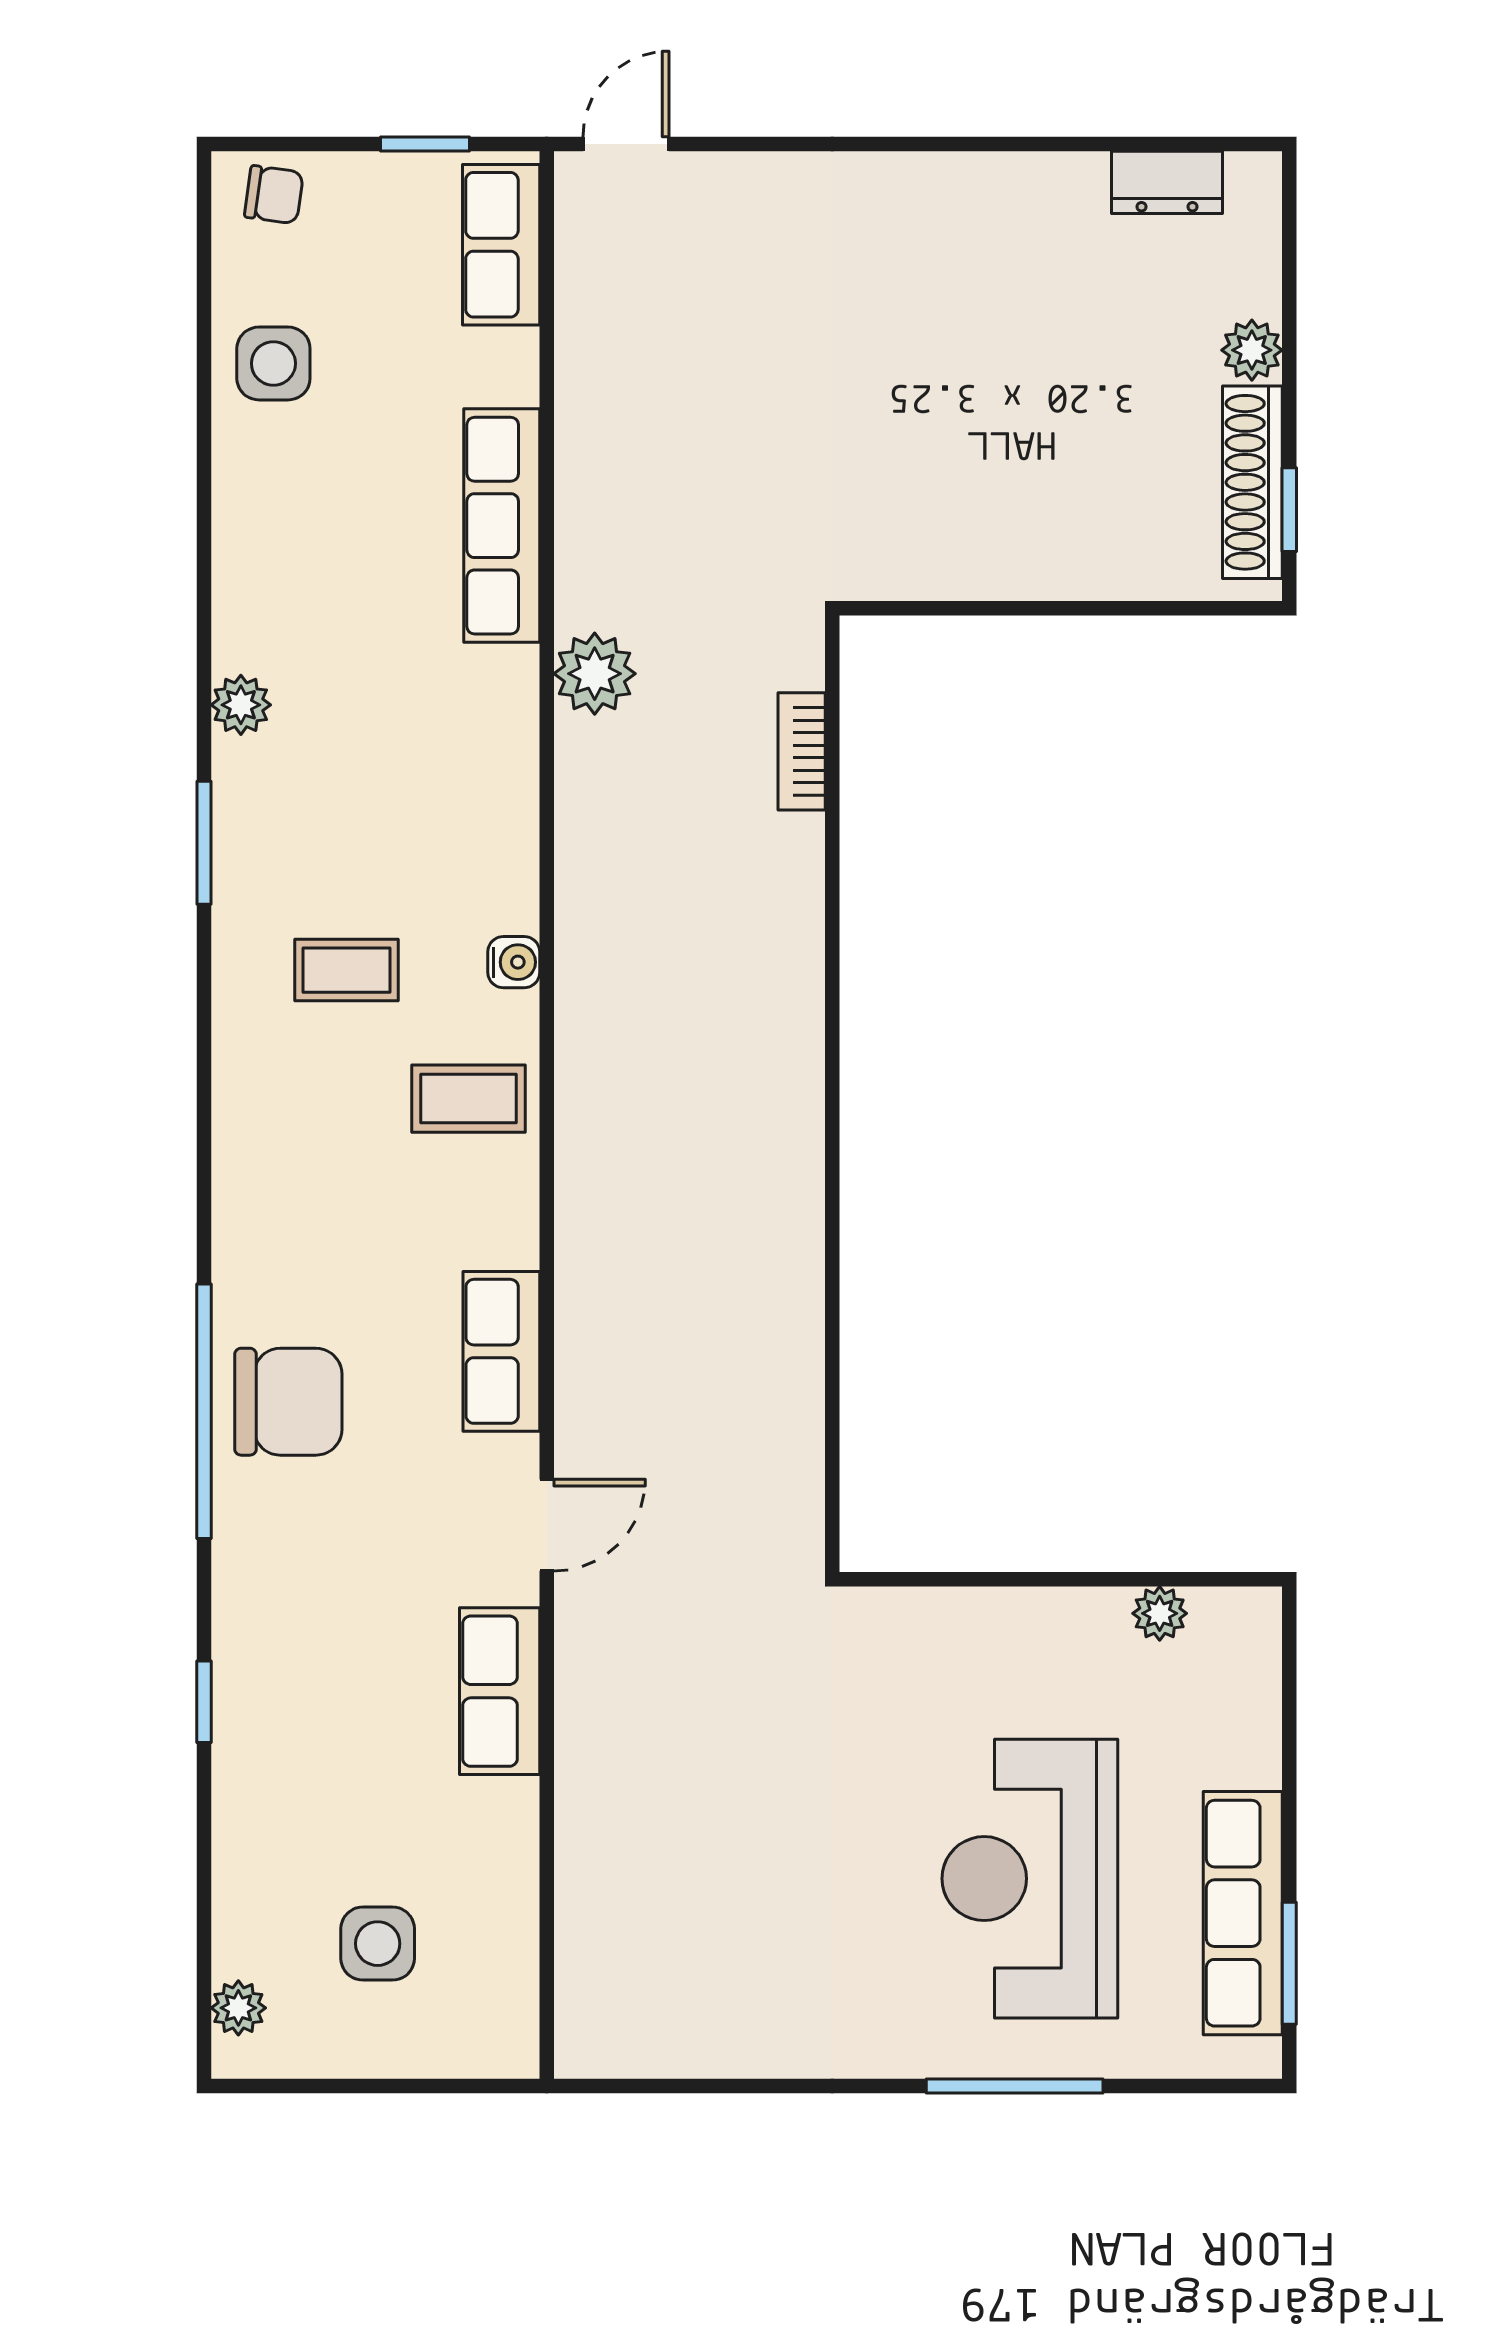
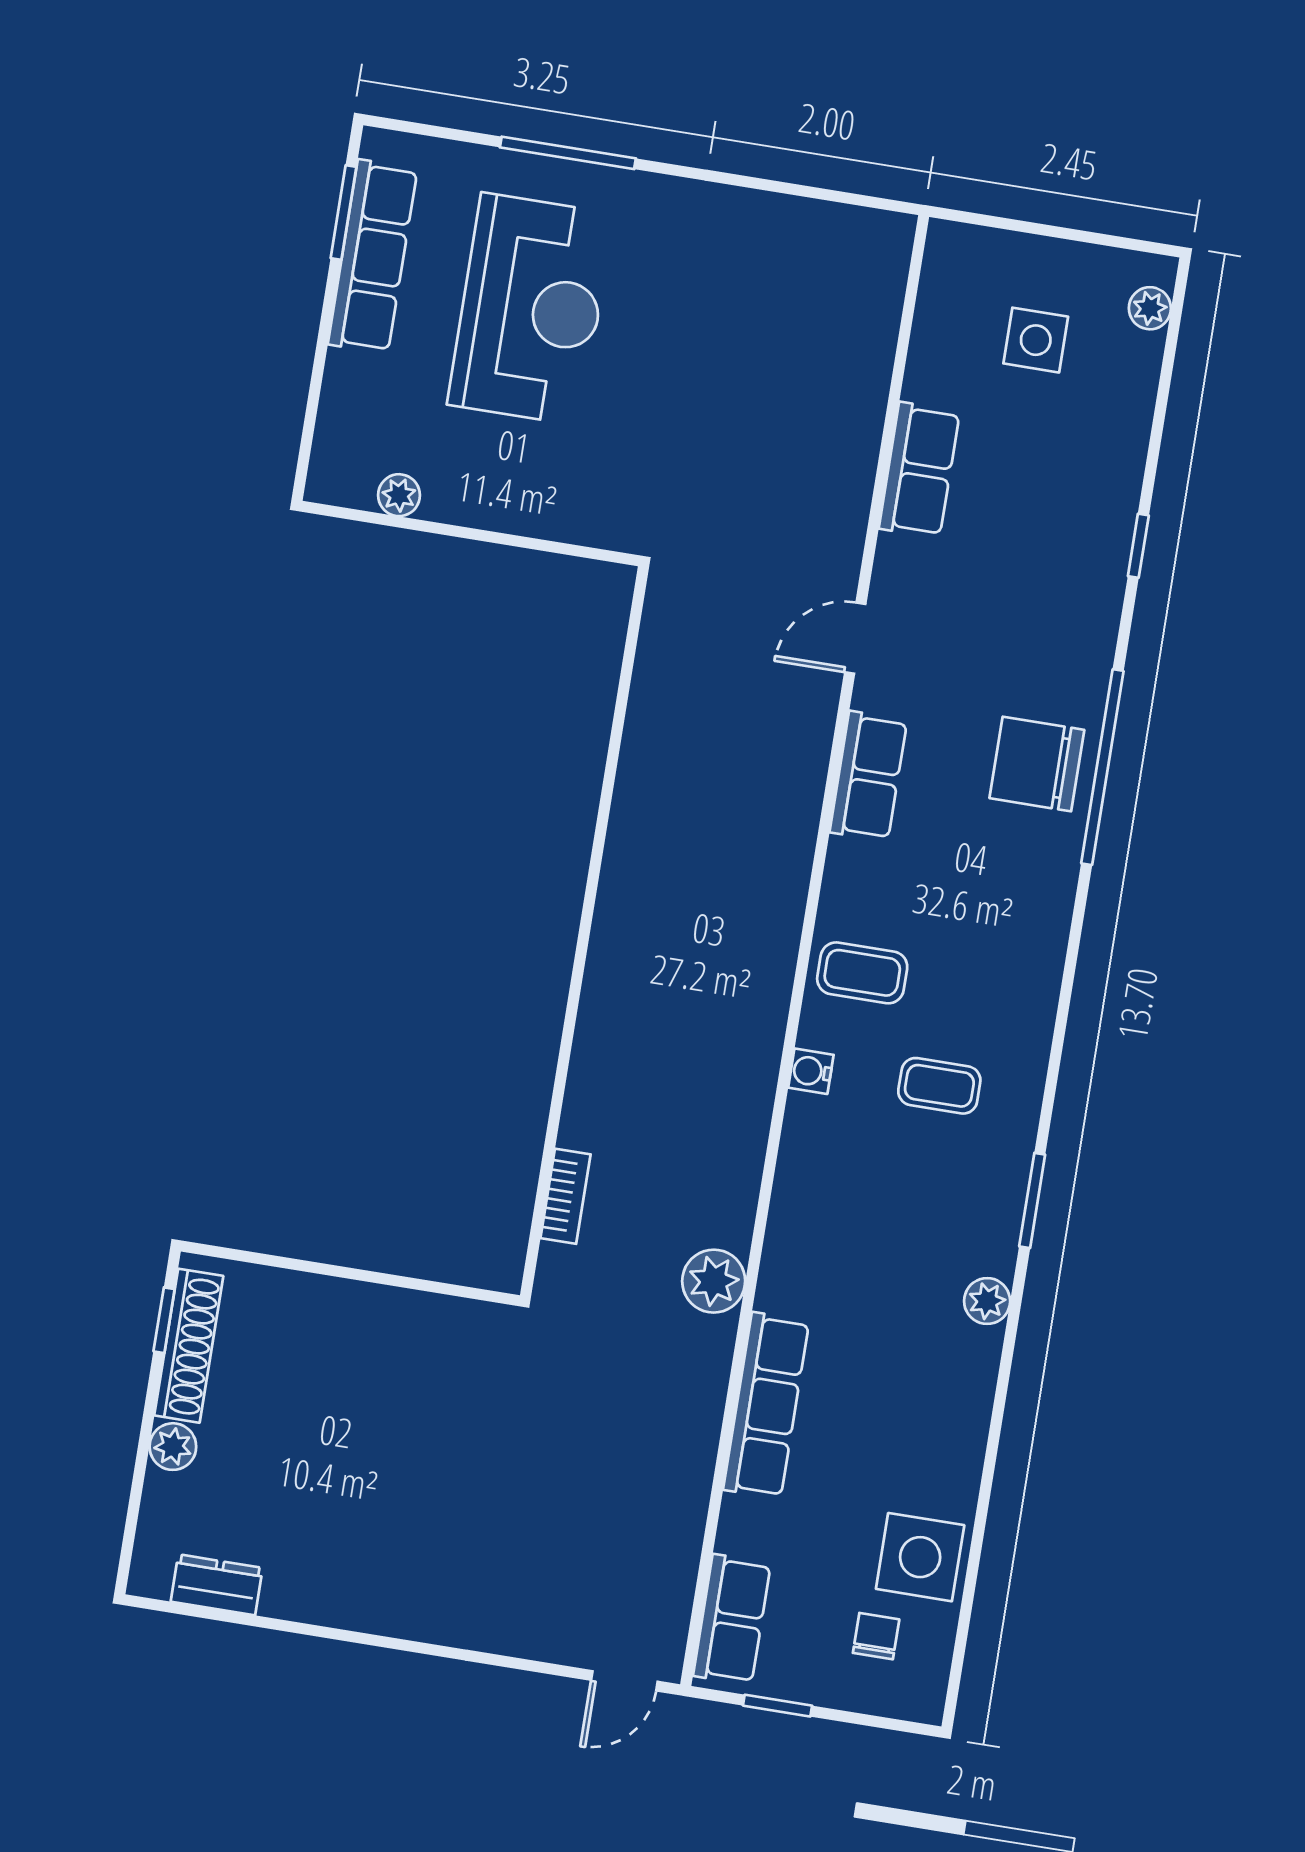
chair: (274, 195) -> (876, 1636), moved, turned 82
side table: (273, 363) -> (920, 1557), width x1.37, depth x1.37
row of seats: (500, 1691) -> (919, 470), moved

